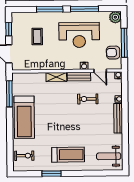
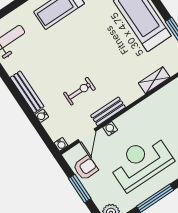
window: (124, 43) -> (80, 189), width x0.69
door: (100, 71) -> (87, 135), swing flipped
shelving: (56, 77) -> (154, 80), moved

